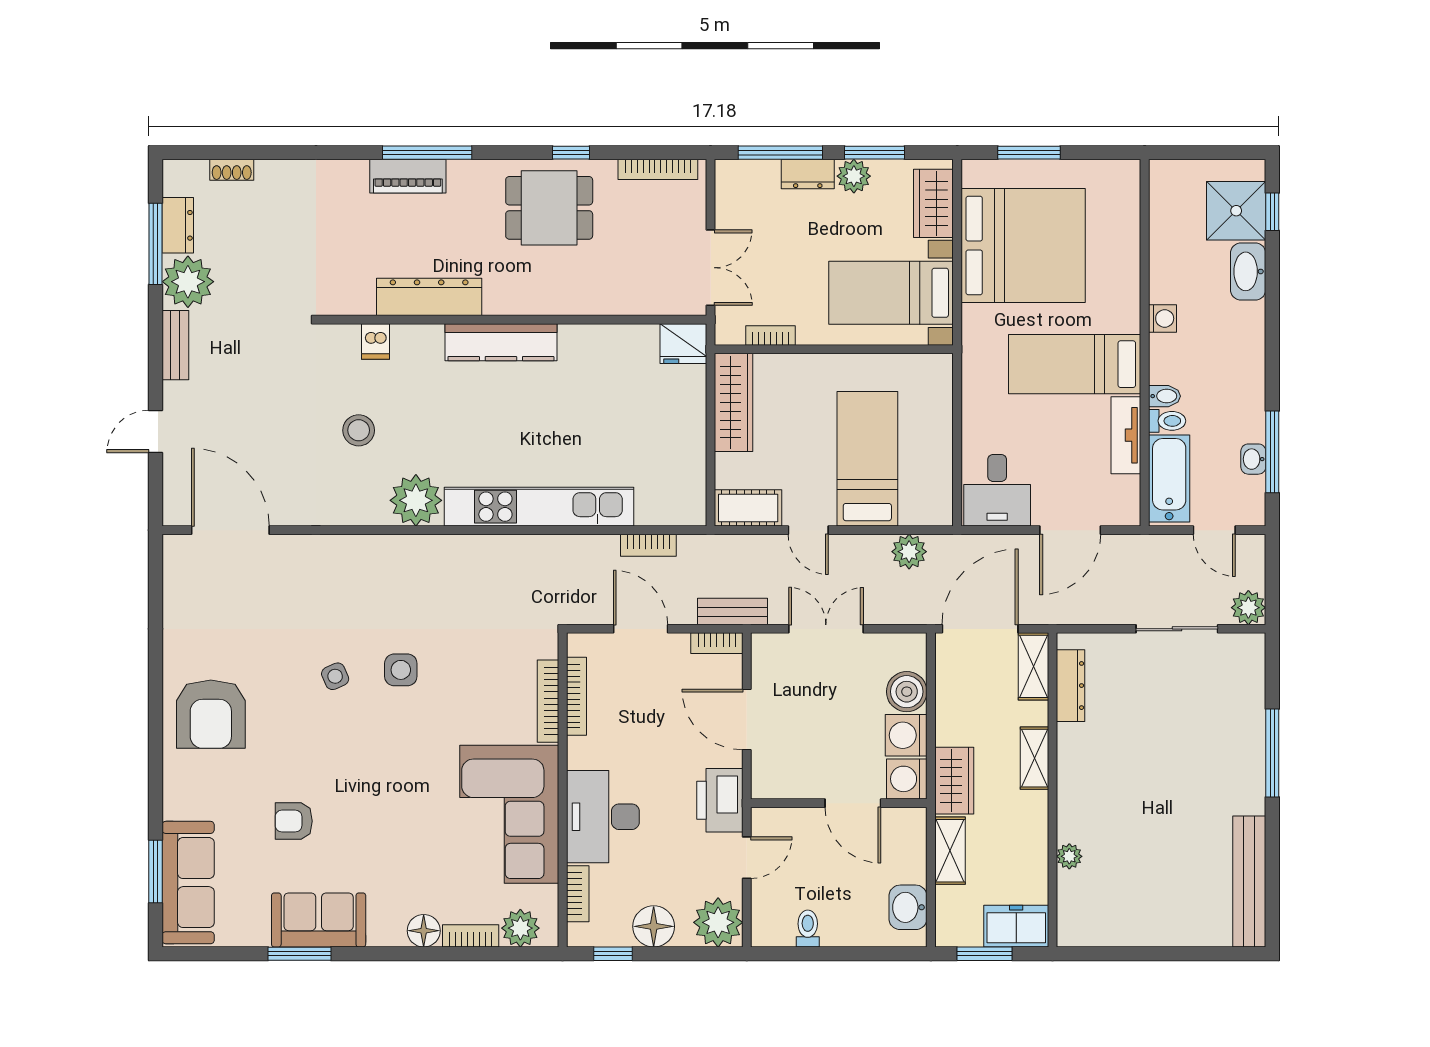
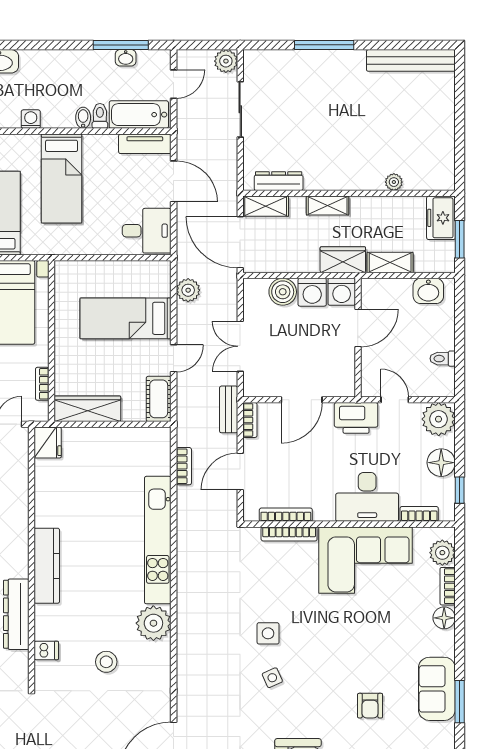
tv unit: (1126, 435) -> (145, 144), moved

